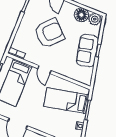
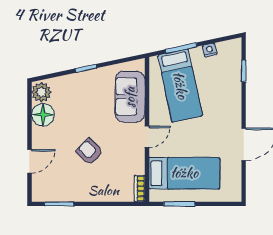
armchair: (49, 33) -> (89, 152), width x0.53, depth x0.53
sofa: (87, 51) -> (130, 97), moved, turned 102

